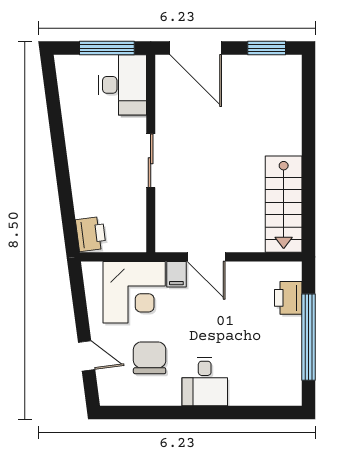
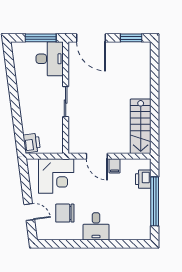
filing cabinet: (176, 274) -> (115, 166), moved
chair: (150, 358) -> (65, 213), turned -90

